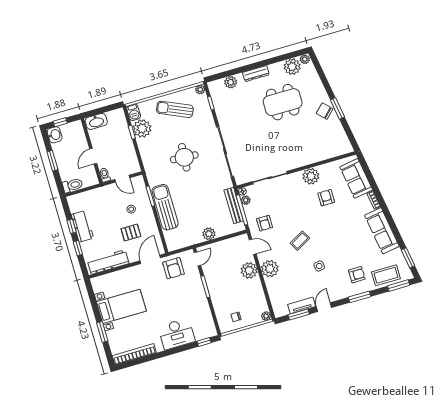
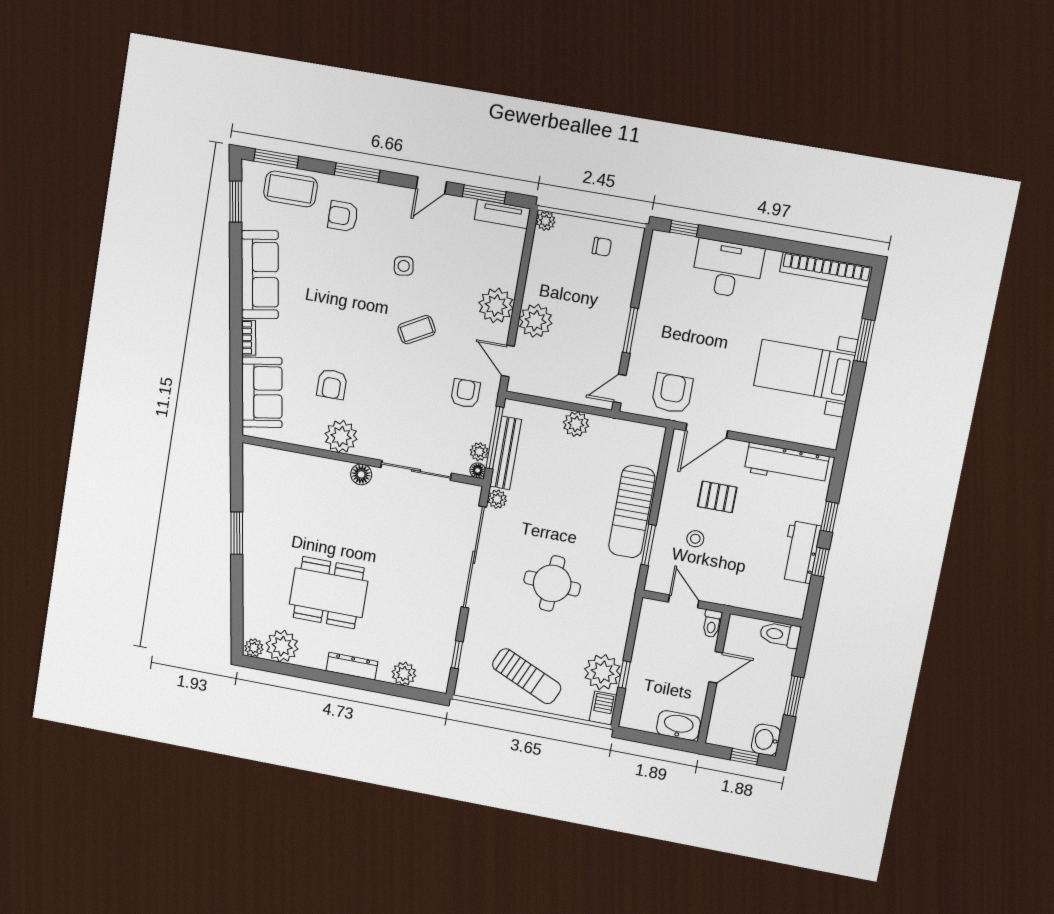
plant: (200, 90) -> (497, 499), moved
chair: (325, 111) -> (262, 540), removed
floor lamp: (294, 164) -> (361, 474), added
tv unit: (302, 305) -> (502, 214), moved

